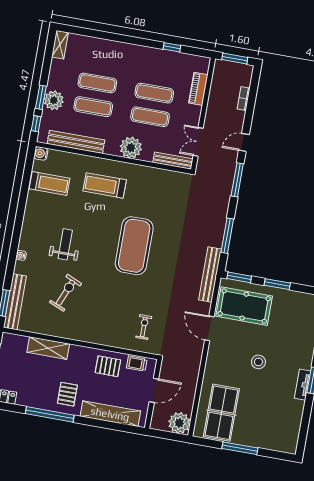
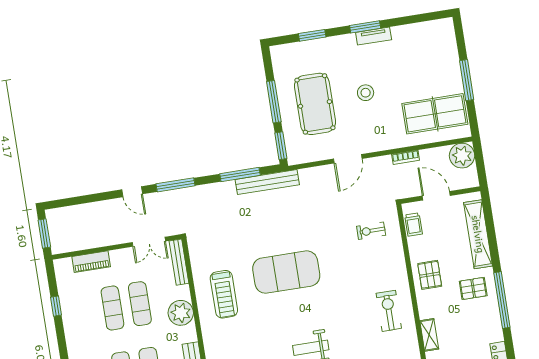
bookcase: (244, 99) -> (406, 157), moved
treadmill: (105, 185) -> (224, 294), moved
bench: (210, 275) -> (267, 182), moved
window: (277, 284) -> (274, 102), width x1.44
exercise bike: (66, 293) -> (389, 311), moved, turned 67
pool table: (244, 306) -> (315, 104), moved
shelving: (48, 348) -> (429, 335), width x0.67, depth x0.75
pallet: (108, 366) -> (430, 275), moved

